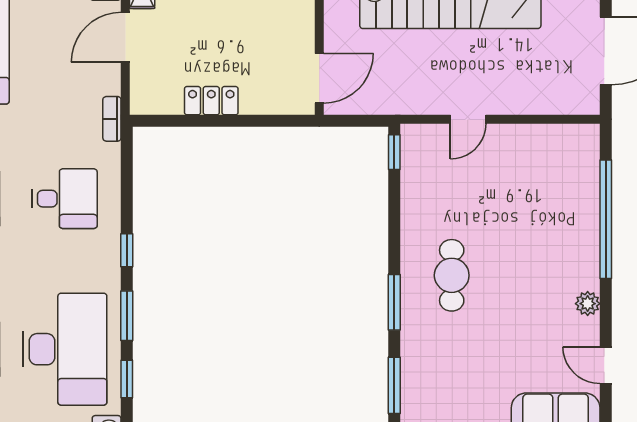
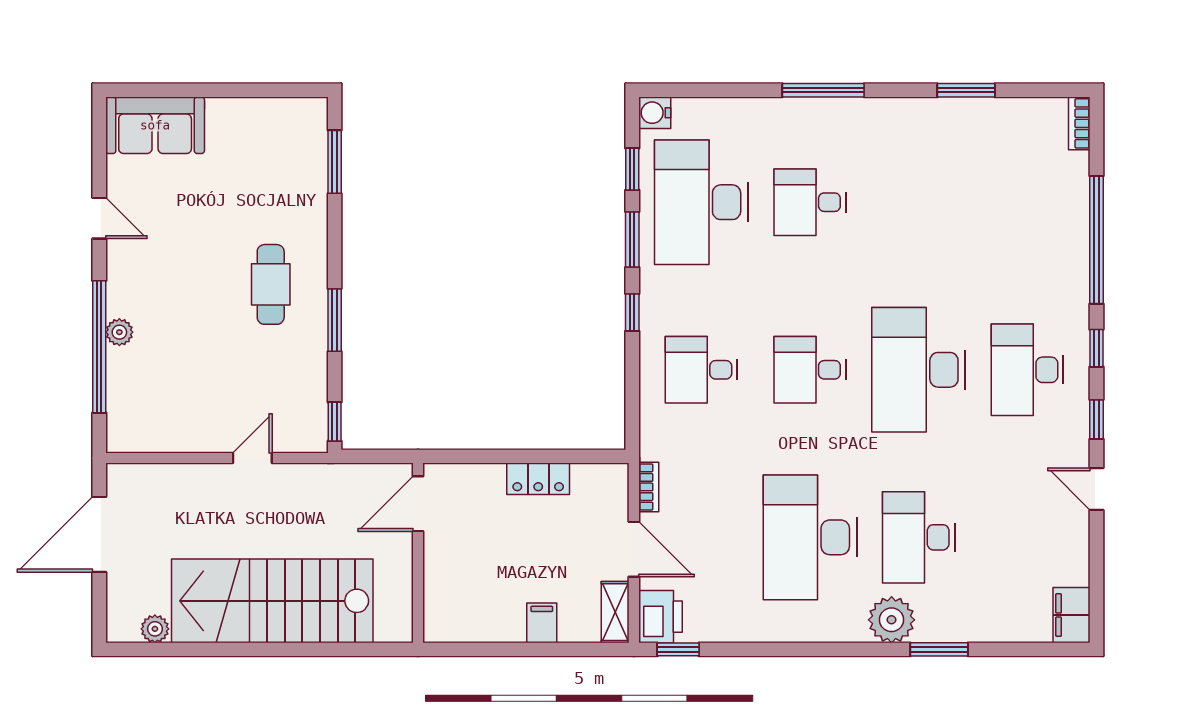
door: (125, 37) -> (634, 549), hinge flipped
bookcase: (112, 119) -> (649, 487), moved
window: (394, 302) -> (335, 320), moved
plant: (588, 304) -> (119, 332), moved
door: (606, 365) -> (99, 218), moved

